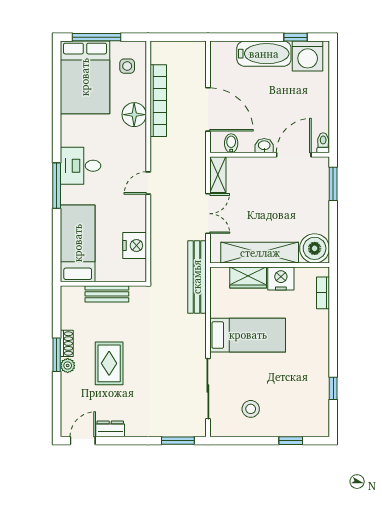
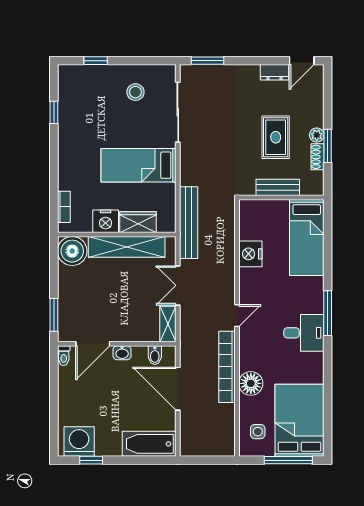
bathtub: (264, 54) -> (149, 444), moved
bookcase: (158, 101) -> (227, 367), moved
bed: (78, 243) -> (307, 237), moved
wall: (103, 284) -> (281, 198), moved
bench: (107, 294) -> (278, 187), moved

